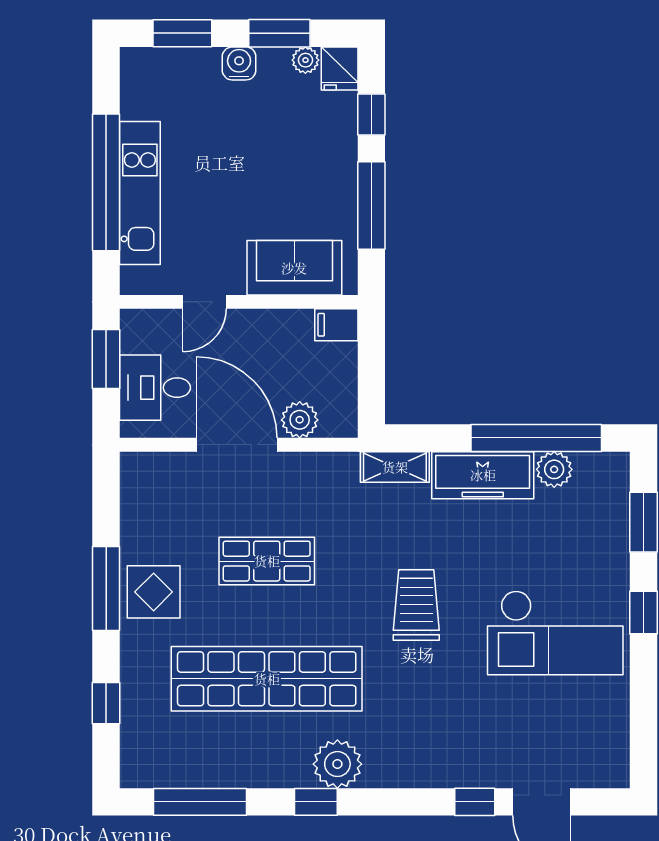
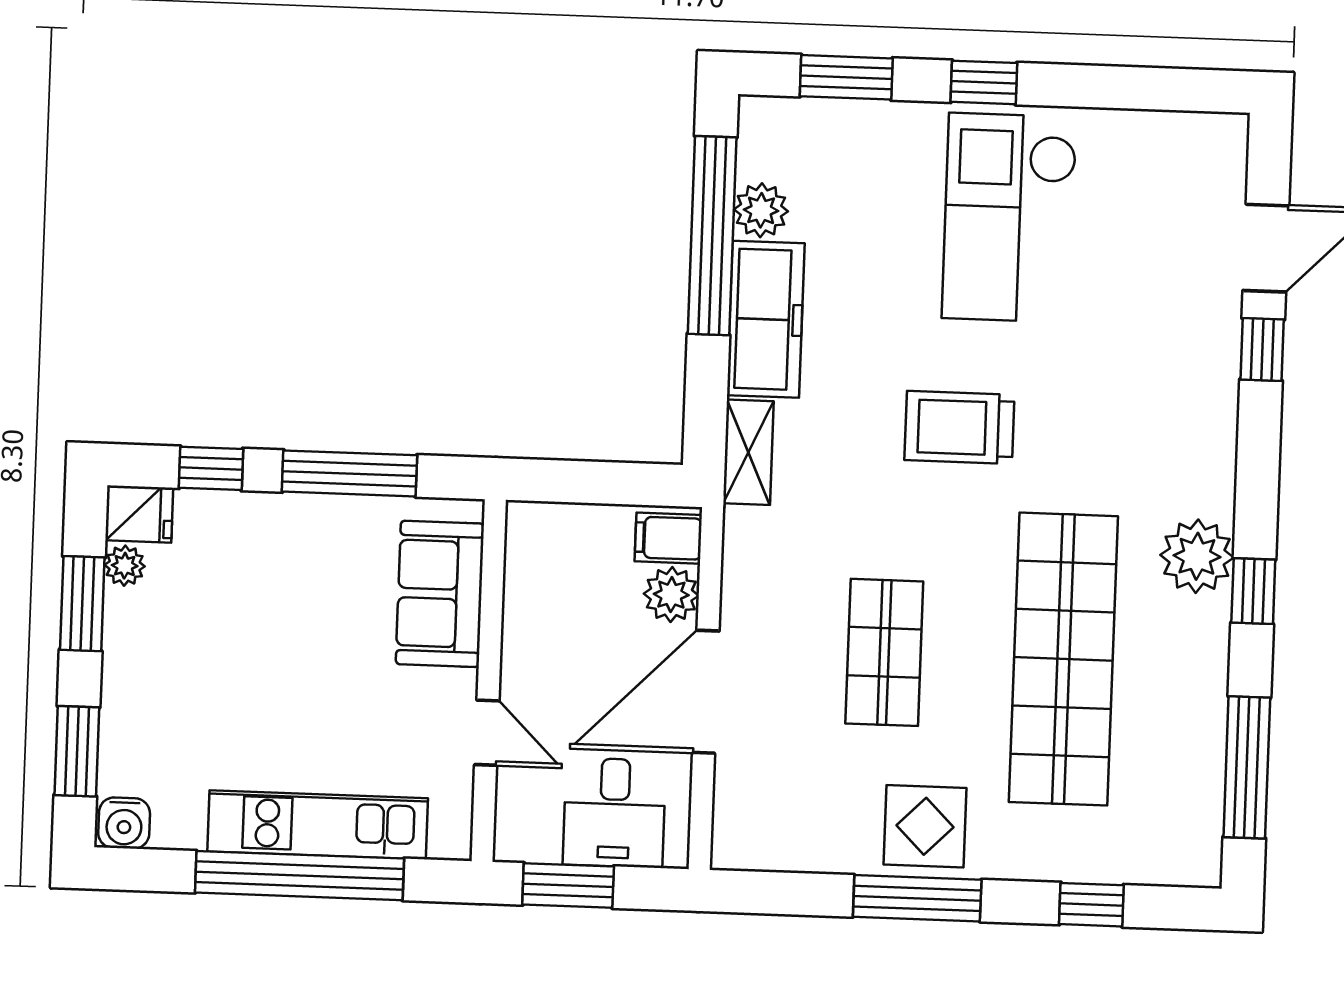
water cooler: (239, 63) -> (124, 823), moved, turned -90
filing cabinet: (336, 325) -> (668, 538), moved, turned 90
checkout: (555, 633) -> (1009, 218), turned 180

